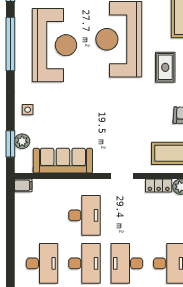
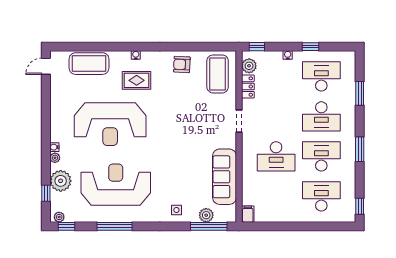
window: (10, 44) -> (115, 226), width x0.68
window: (10, 144) -> (209, 226), width x1.44
desk: (84, 215) -> (276, 156), turned 180

